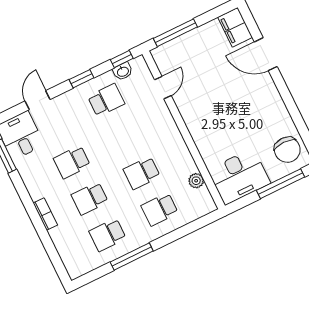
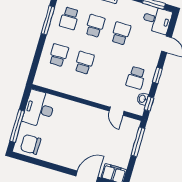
plant: (196, 181) -> (56, 86), removed
school desk: (108, 235) -> (69, 18), turned 180

